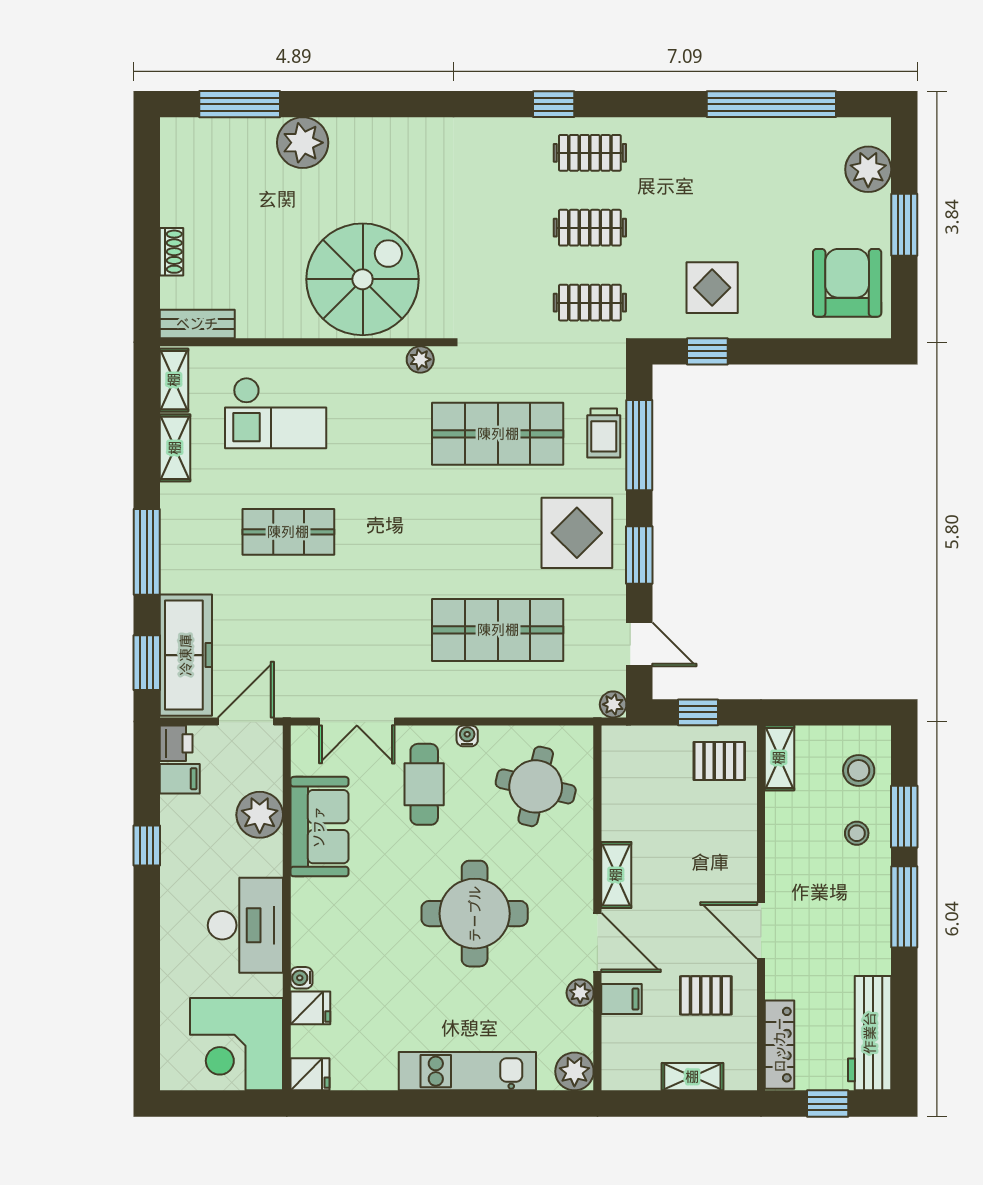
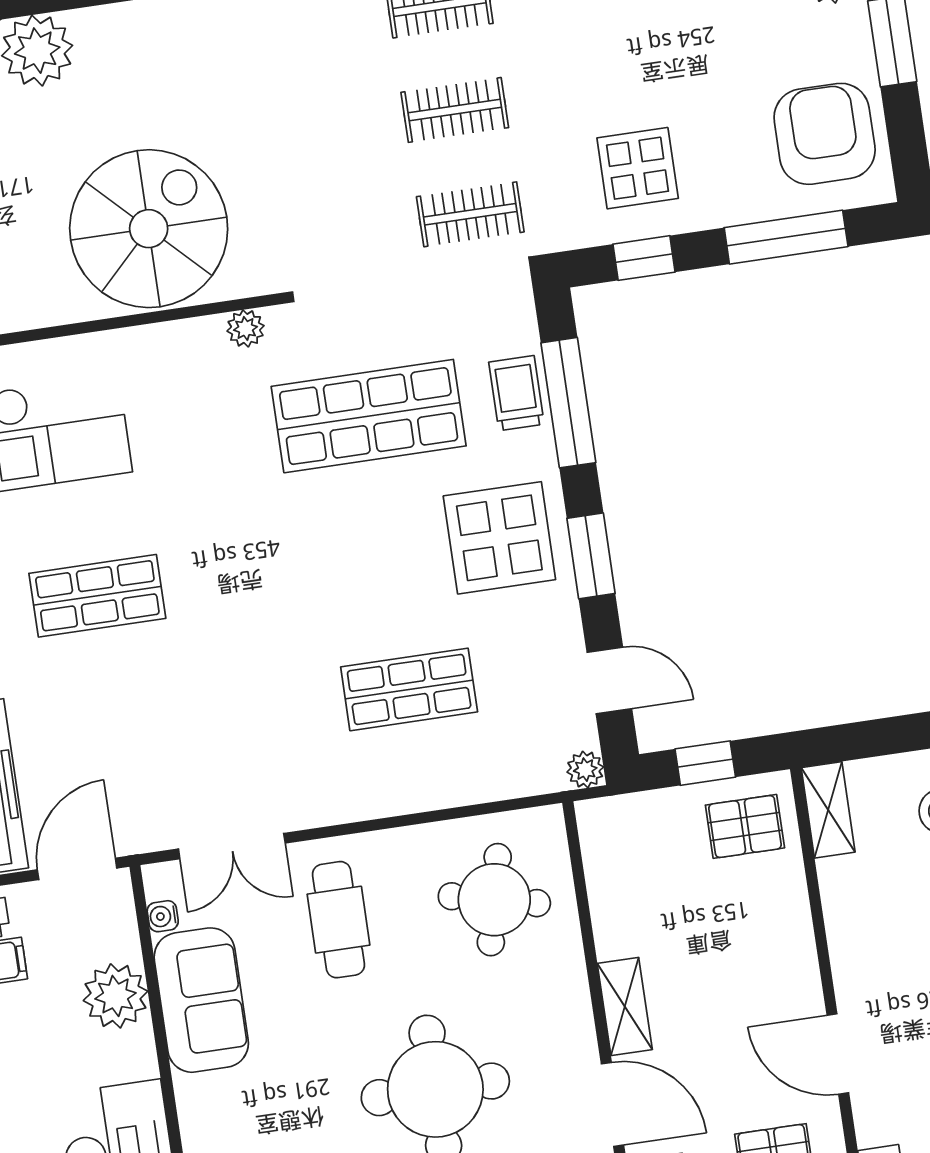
window: (809, 351) -> (786, 237), added
trolley: (604, 433) -> (516, 393), turned 180
shop shelf: (498, 630) -> (409, 689), width x0.70, depth x0.74
water cooler: (467, 736) -> (163, 916), moved, turned -90

